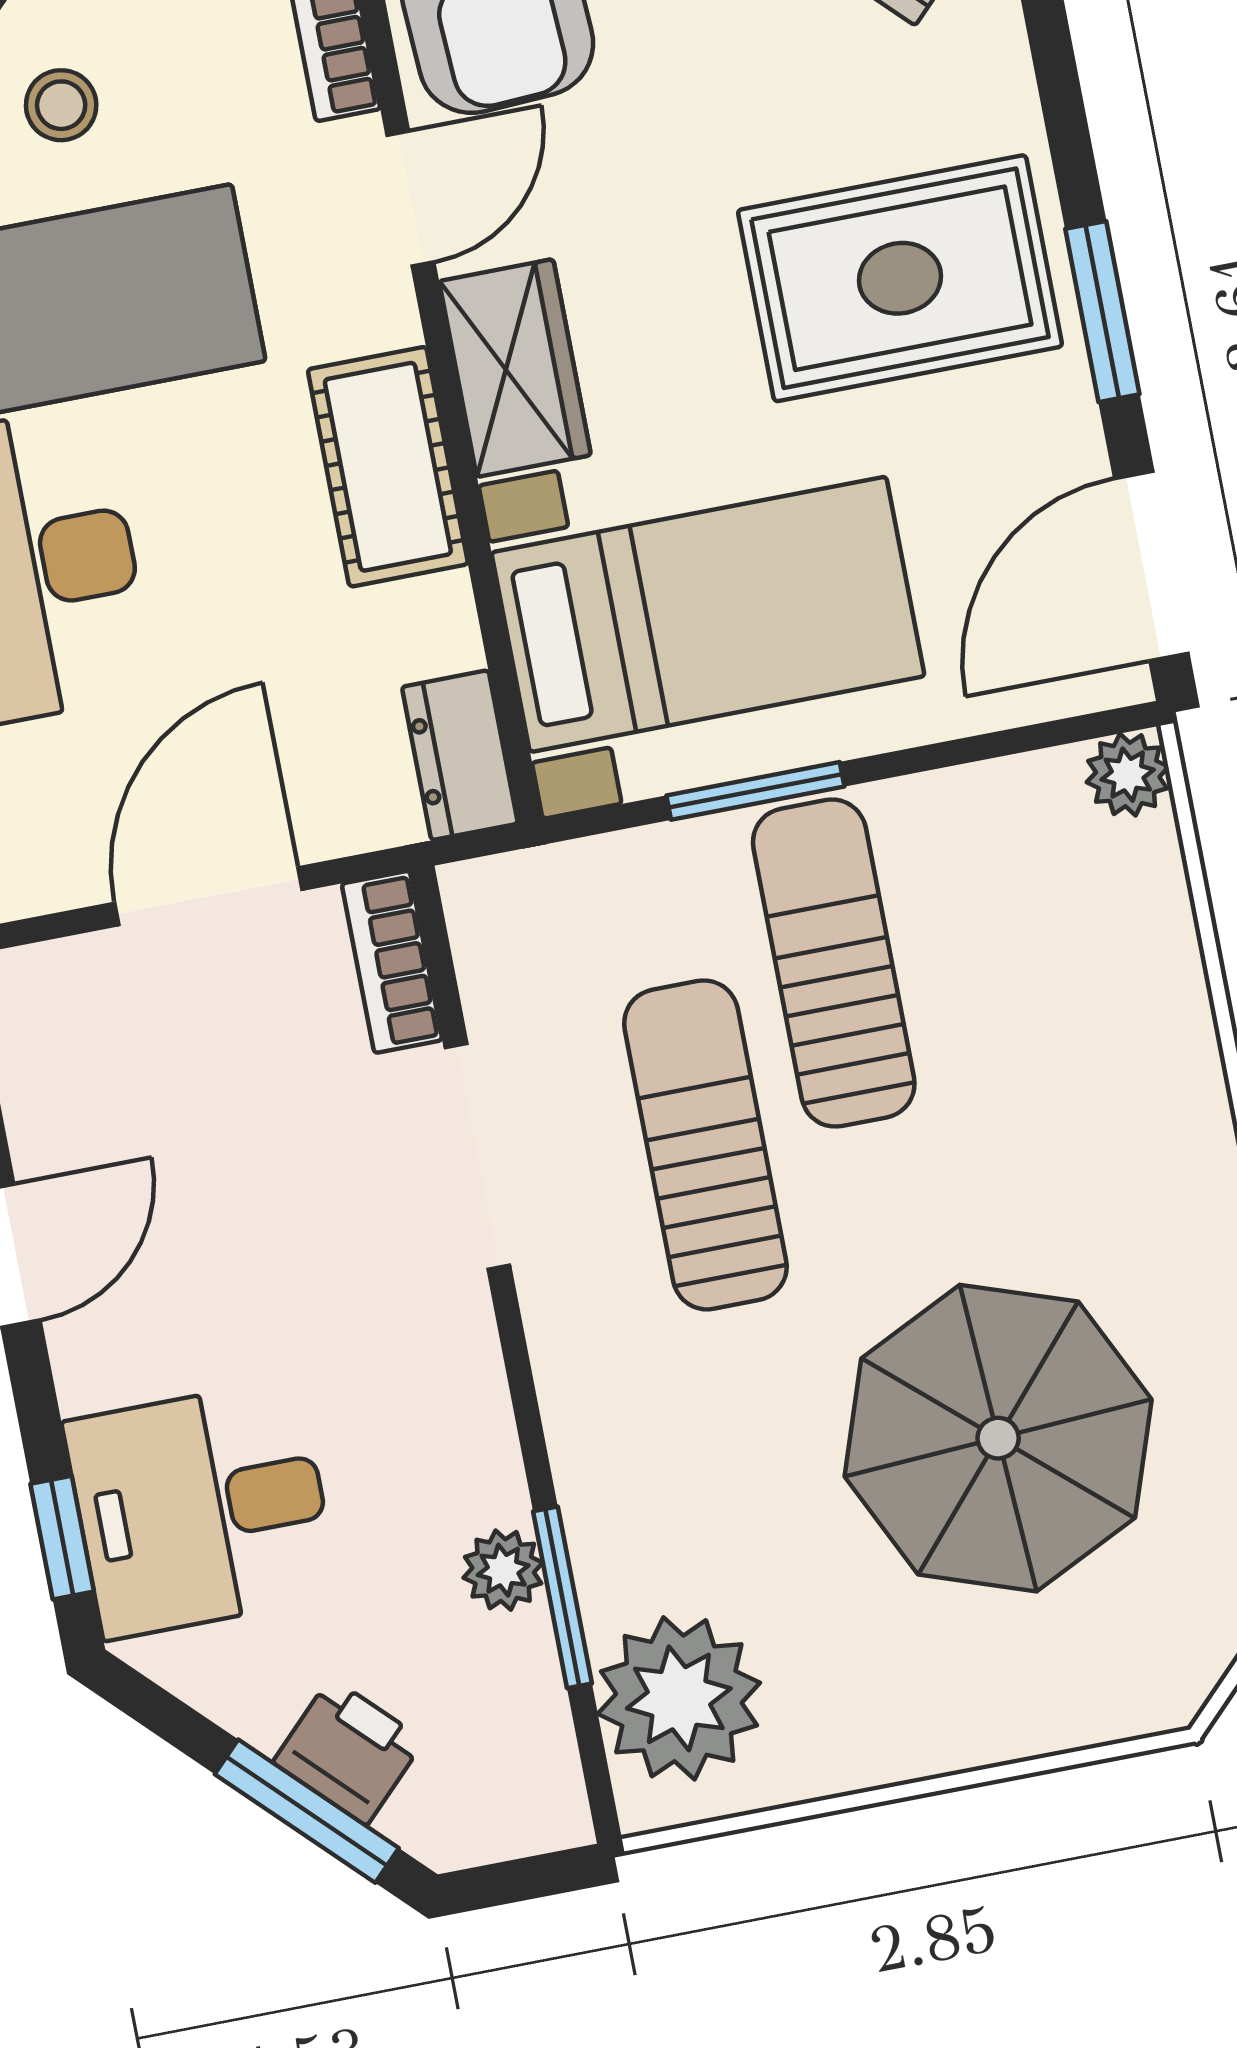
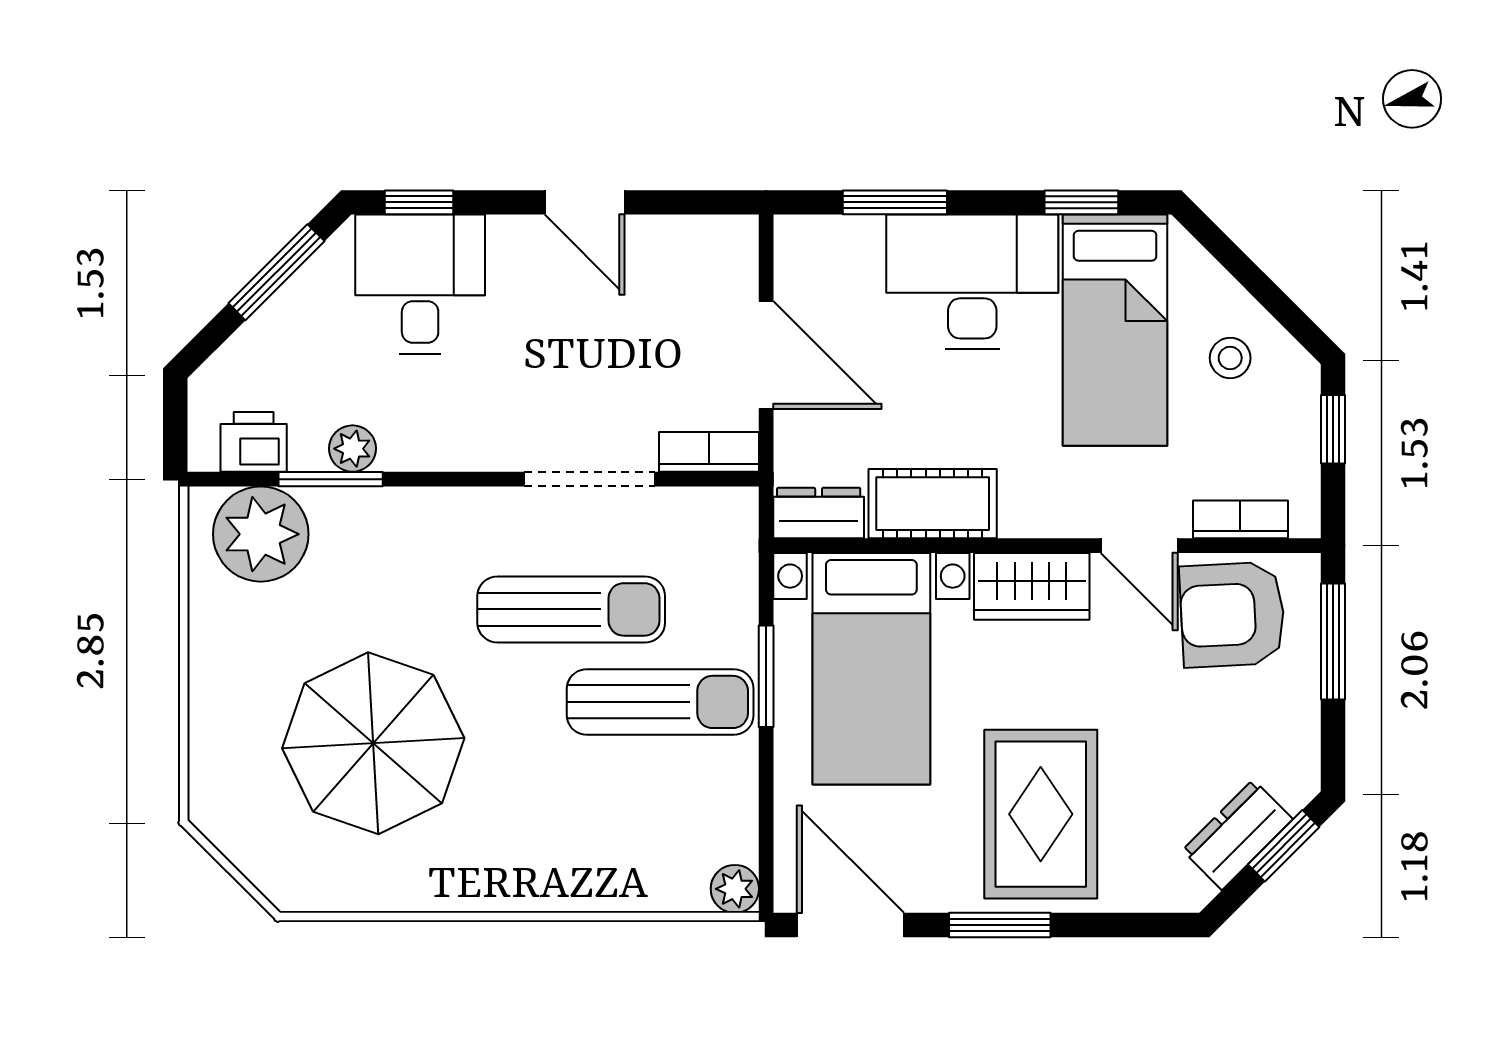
cot: (388, 467) -> (933, 504), moved
printer: (349, 1751) -> (254, 442), moved, turned -135
window: (307, 1811) -> (276, 272), moved

